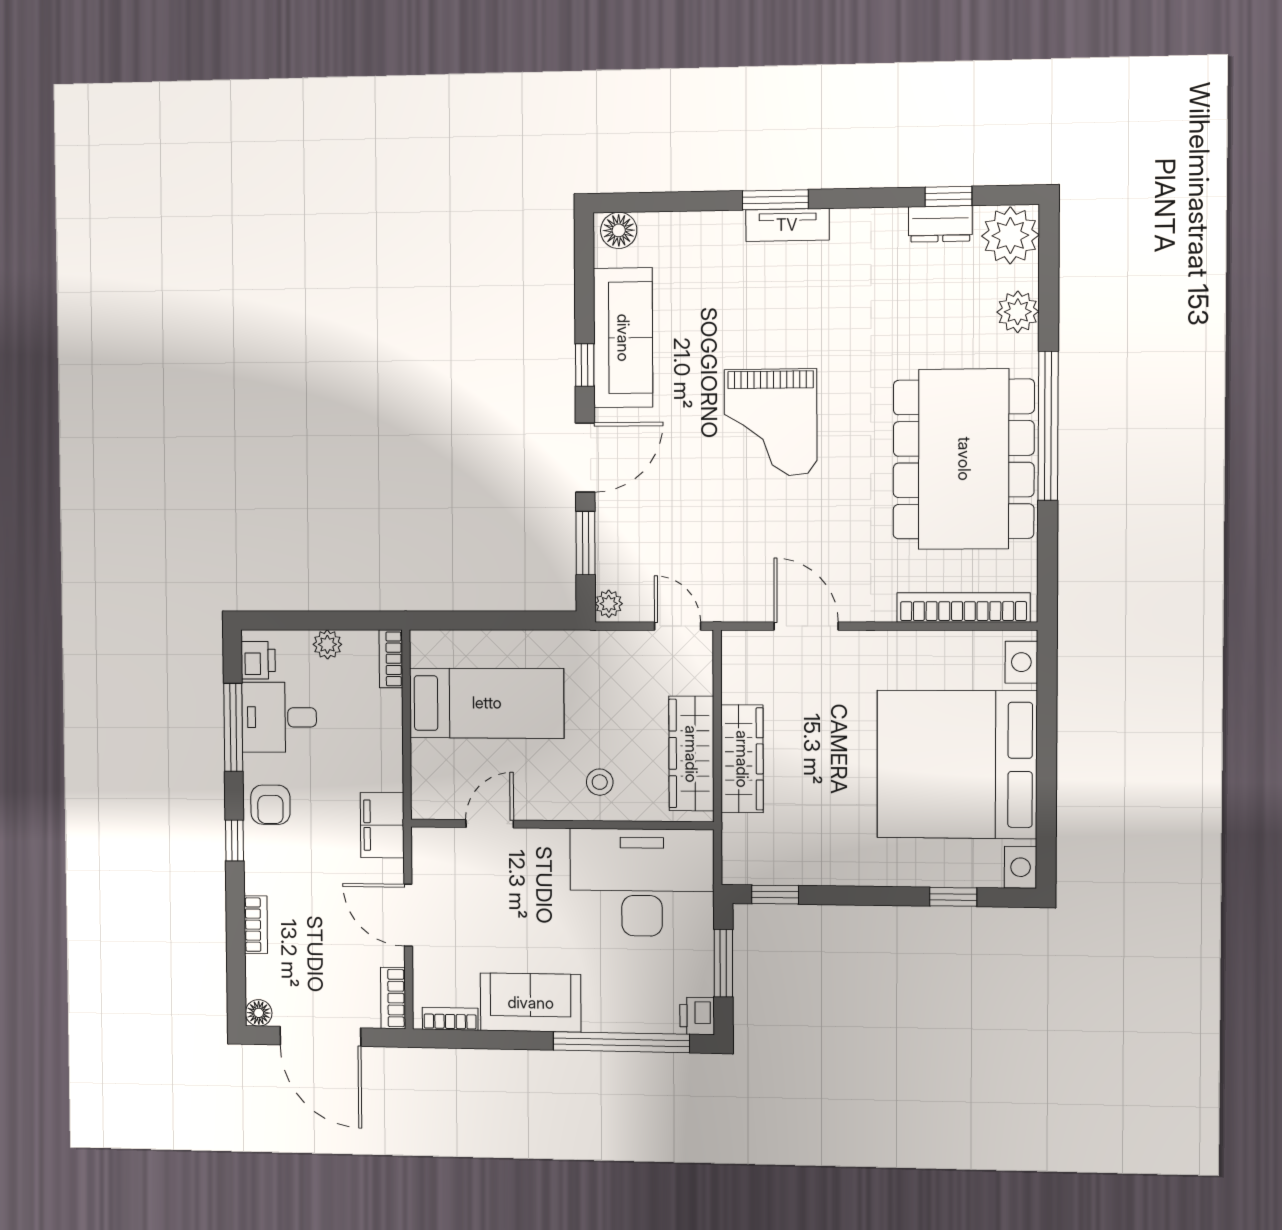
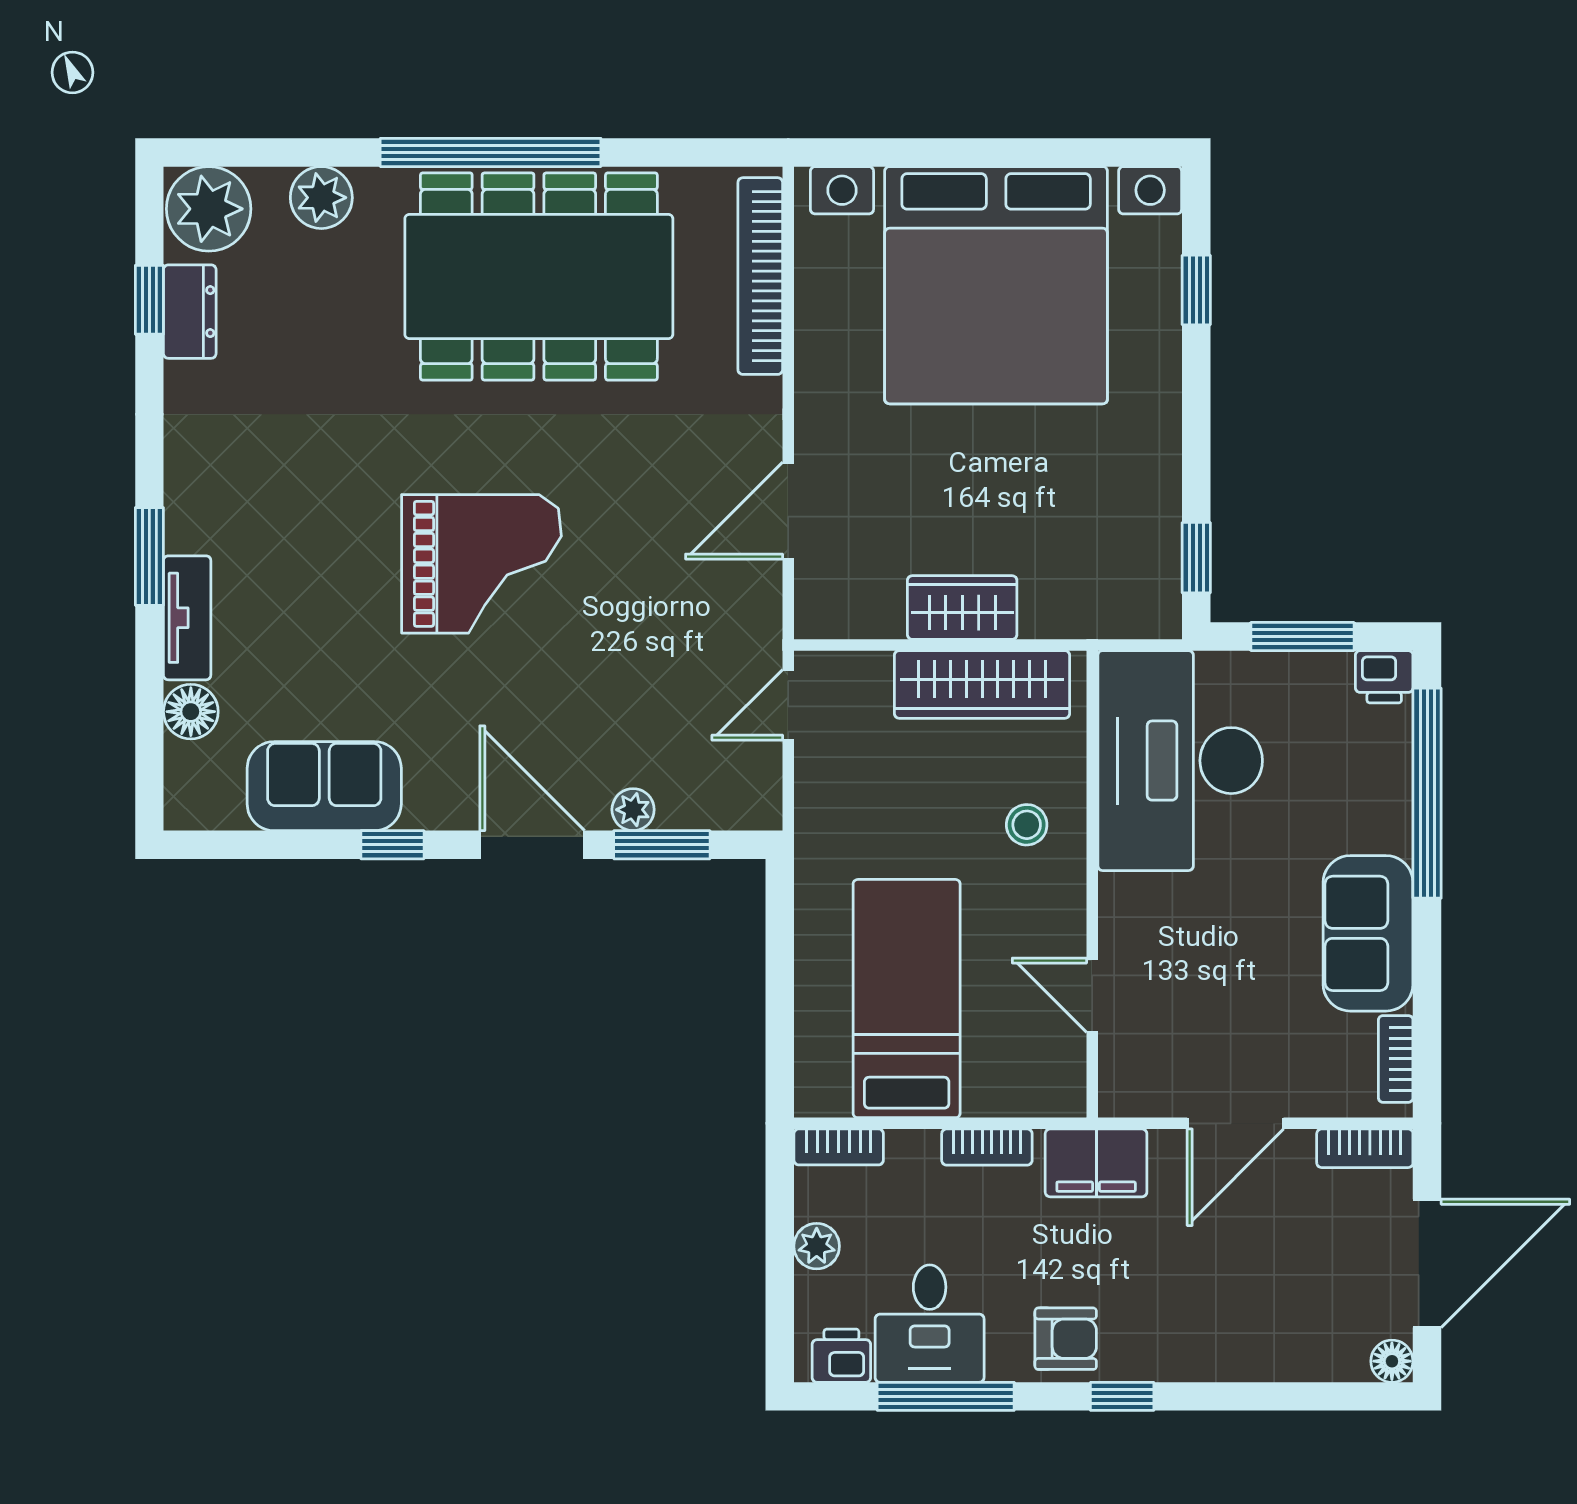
tv unit: (787, 225) -> (187, 618), moved
floor lamp: (619, 230) -> (191, 712), moved
sofa: (623, 338) -> (324, 786), width x0.73
plant: (609, 604) -> (633, 810), moved
wardrobe: (742, 759) -> (962, 608), width x0.67
bookcase: (256, 925) -> (987, 1147), moved, turned 180

